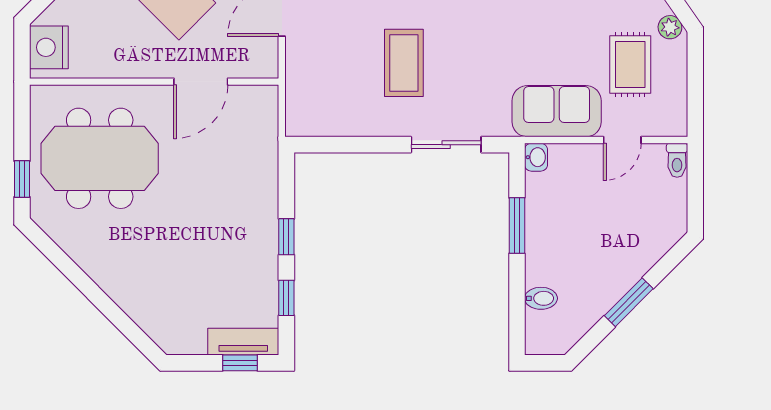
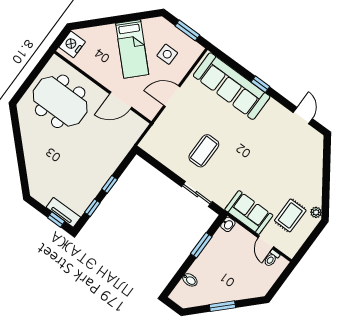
door: (622, 140) -> (266, 242), hinge flipped
toilet: (677, 160) -> (271, 258), moved
window: (22, 179) -> (25, 87), removed

